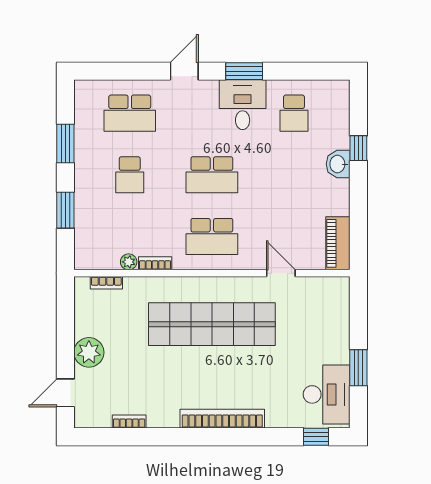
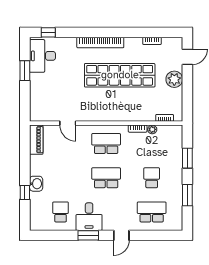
shop shelf: (212, 324) -> (120, 75), moved

